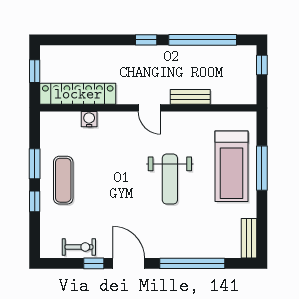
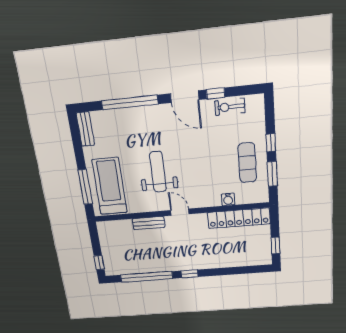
locker: (78, 94) -> (239, 218), moved
bench: (190, 97) -> (148, 223), moved
wall: (148, 108) -> (181, 212), moved
door: (149, 108) -> (180, 212), moved
water cooler: (89, 119) -> (228, 199), moved

